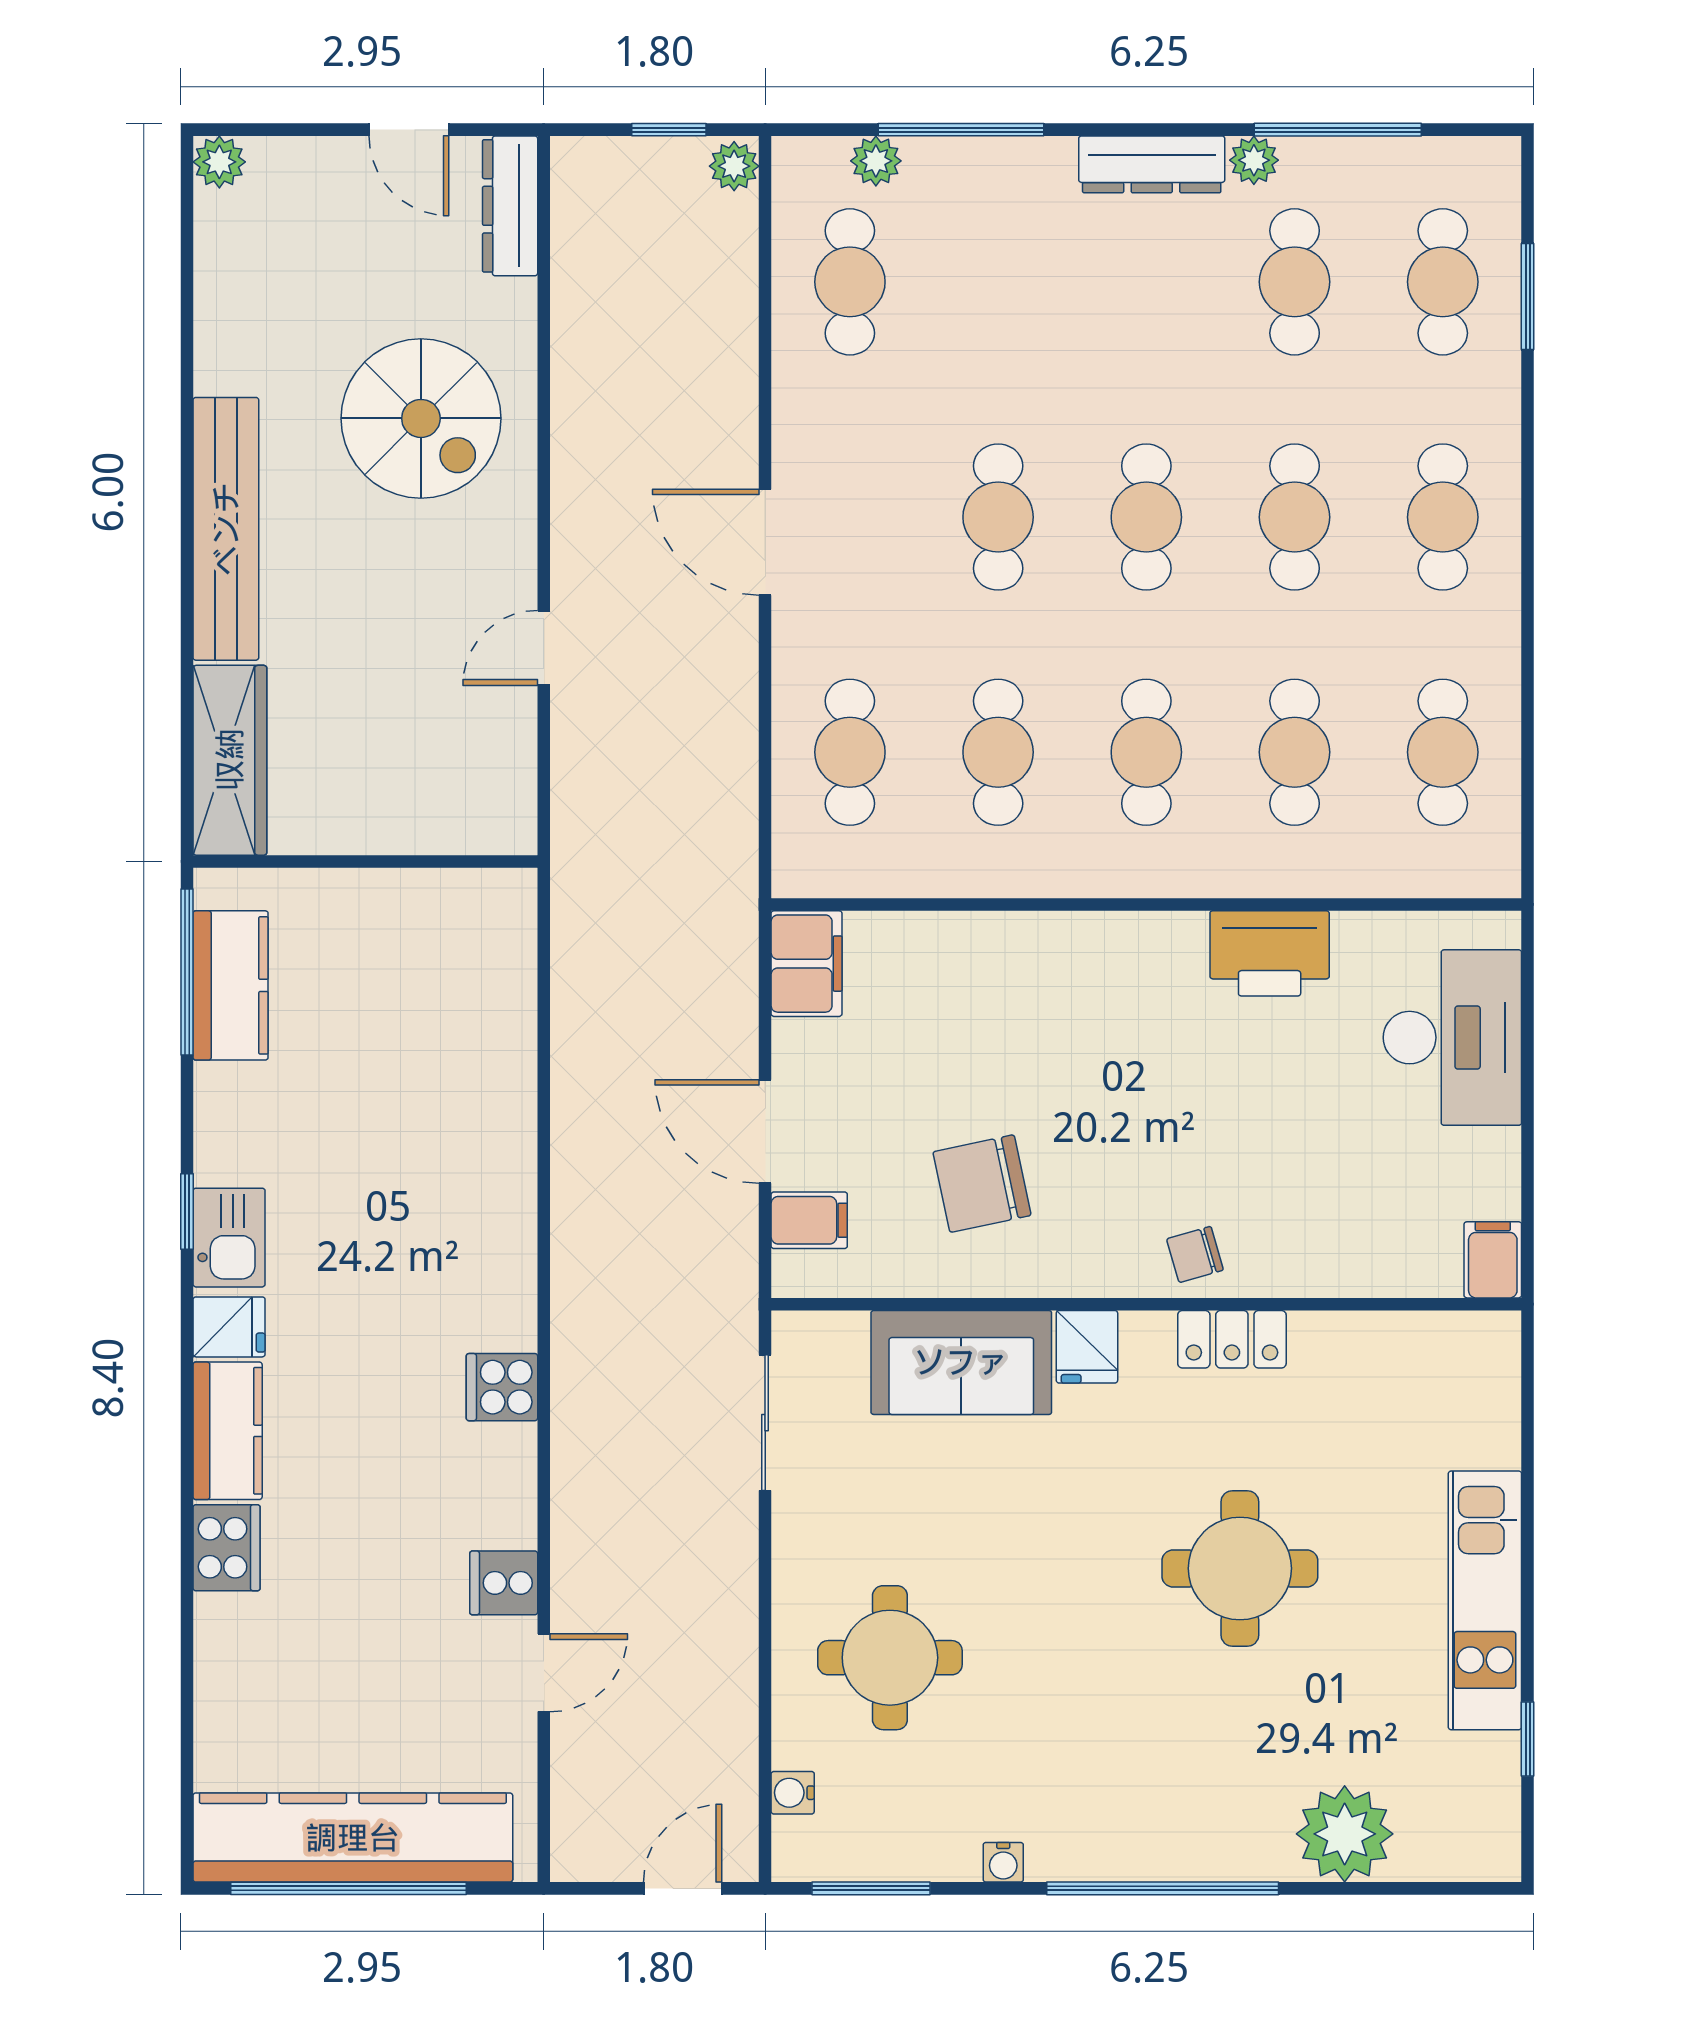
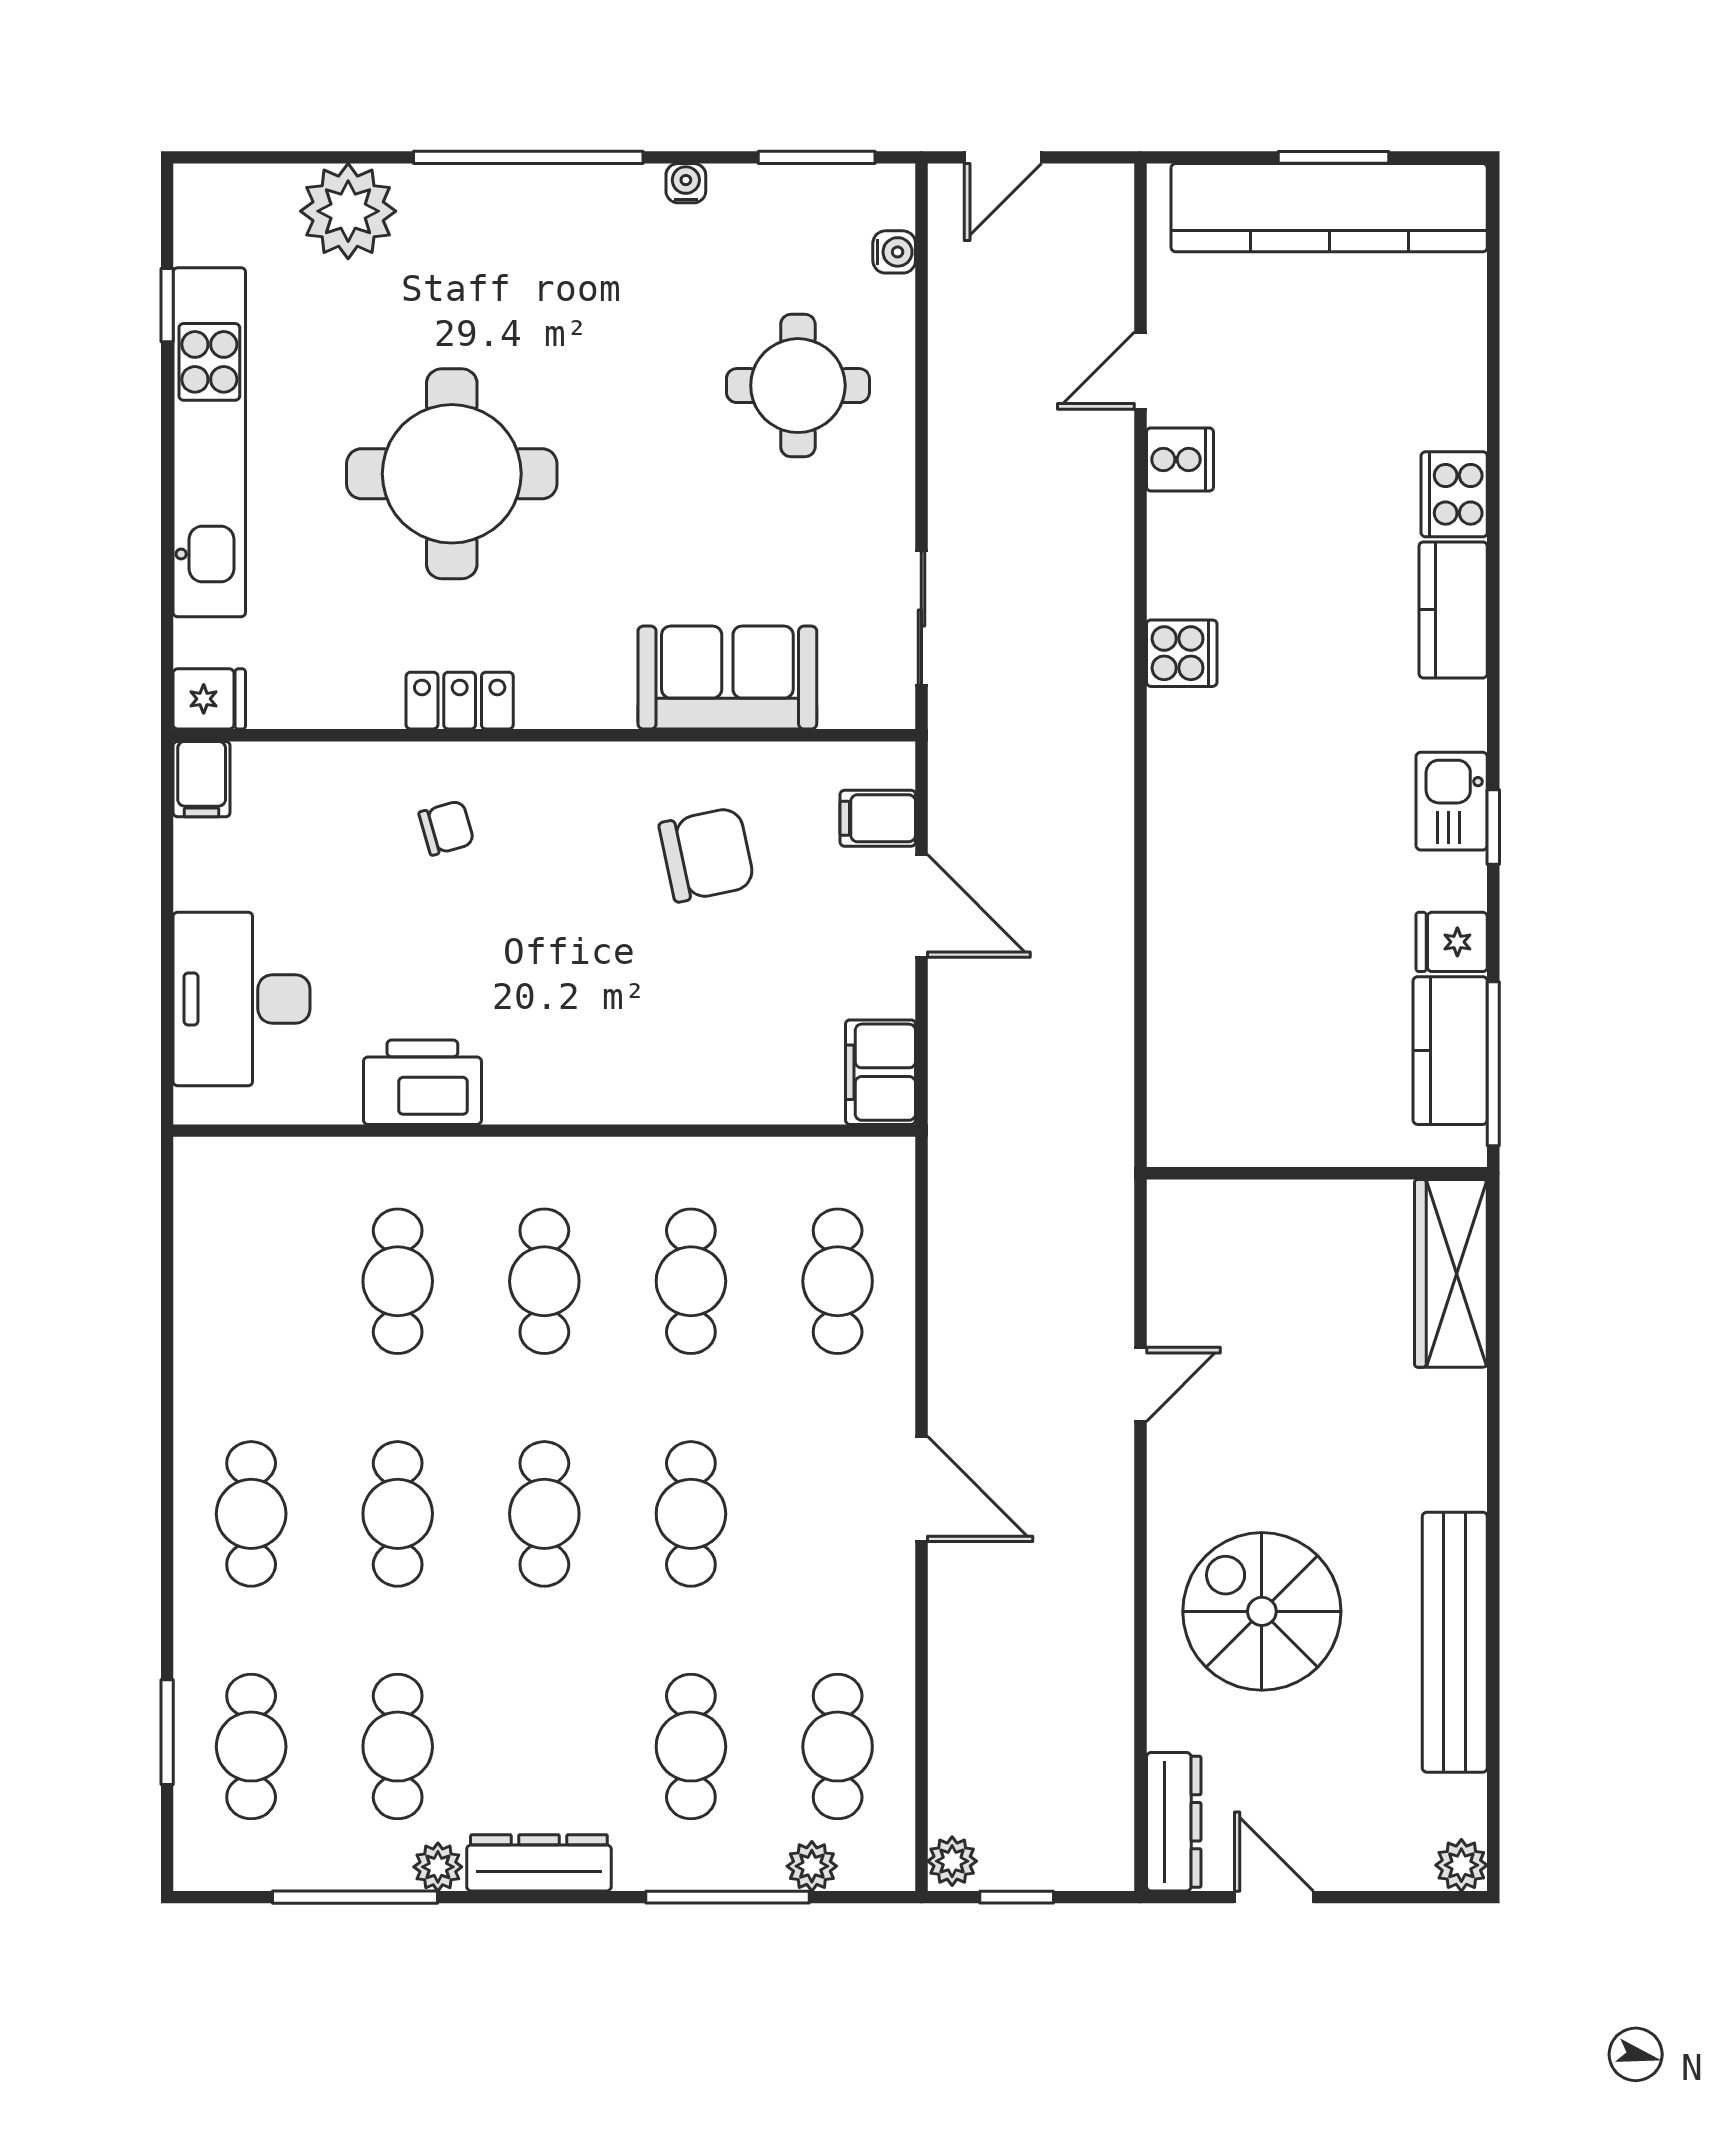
bench: (226, 529) -> (1455, 1642), moved
cafe table: (1443, 752) -> (691, 1747), moved
chair: (1195, 1254) -> (446, 828), moved
fridge: (229, 1327) -> (1452, 942), moved
fridge: (1087, 1347) -> (209, 699), moved, turned 90
round table: (1240, 1568) -> (452, 474), width x1.36, depth x1.36
kitchen unit: (1485, 1600) -> (209, 442), width x1.36
window: (348, 1888) -> (1334, 157), width x0.47

